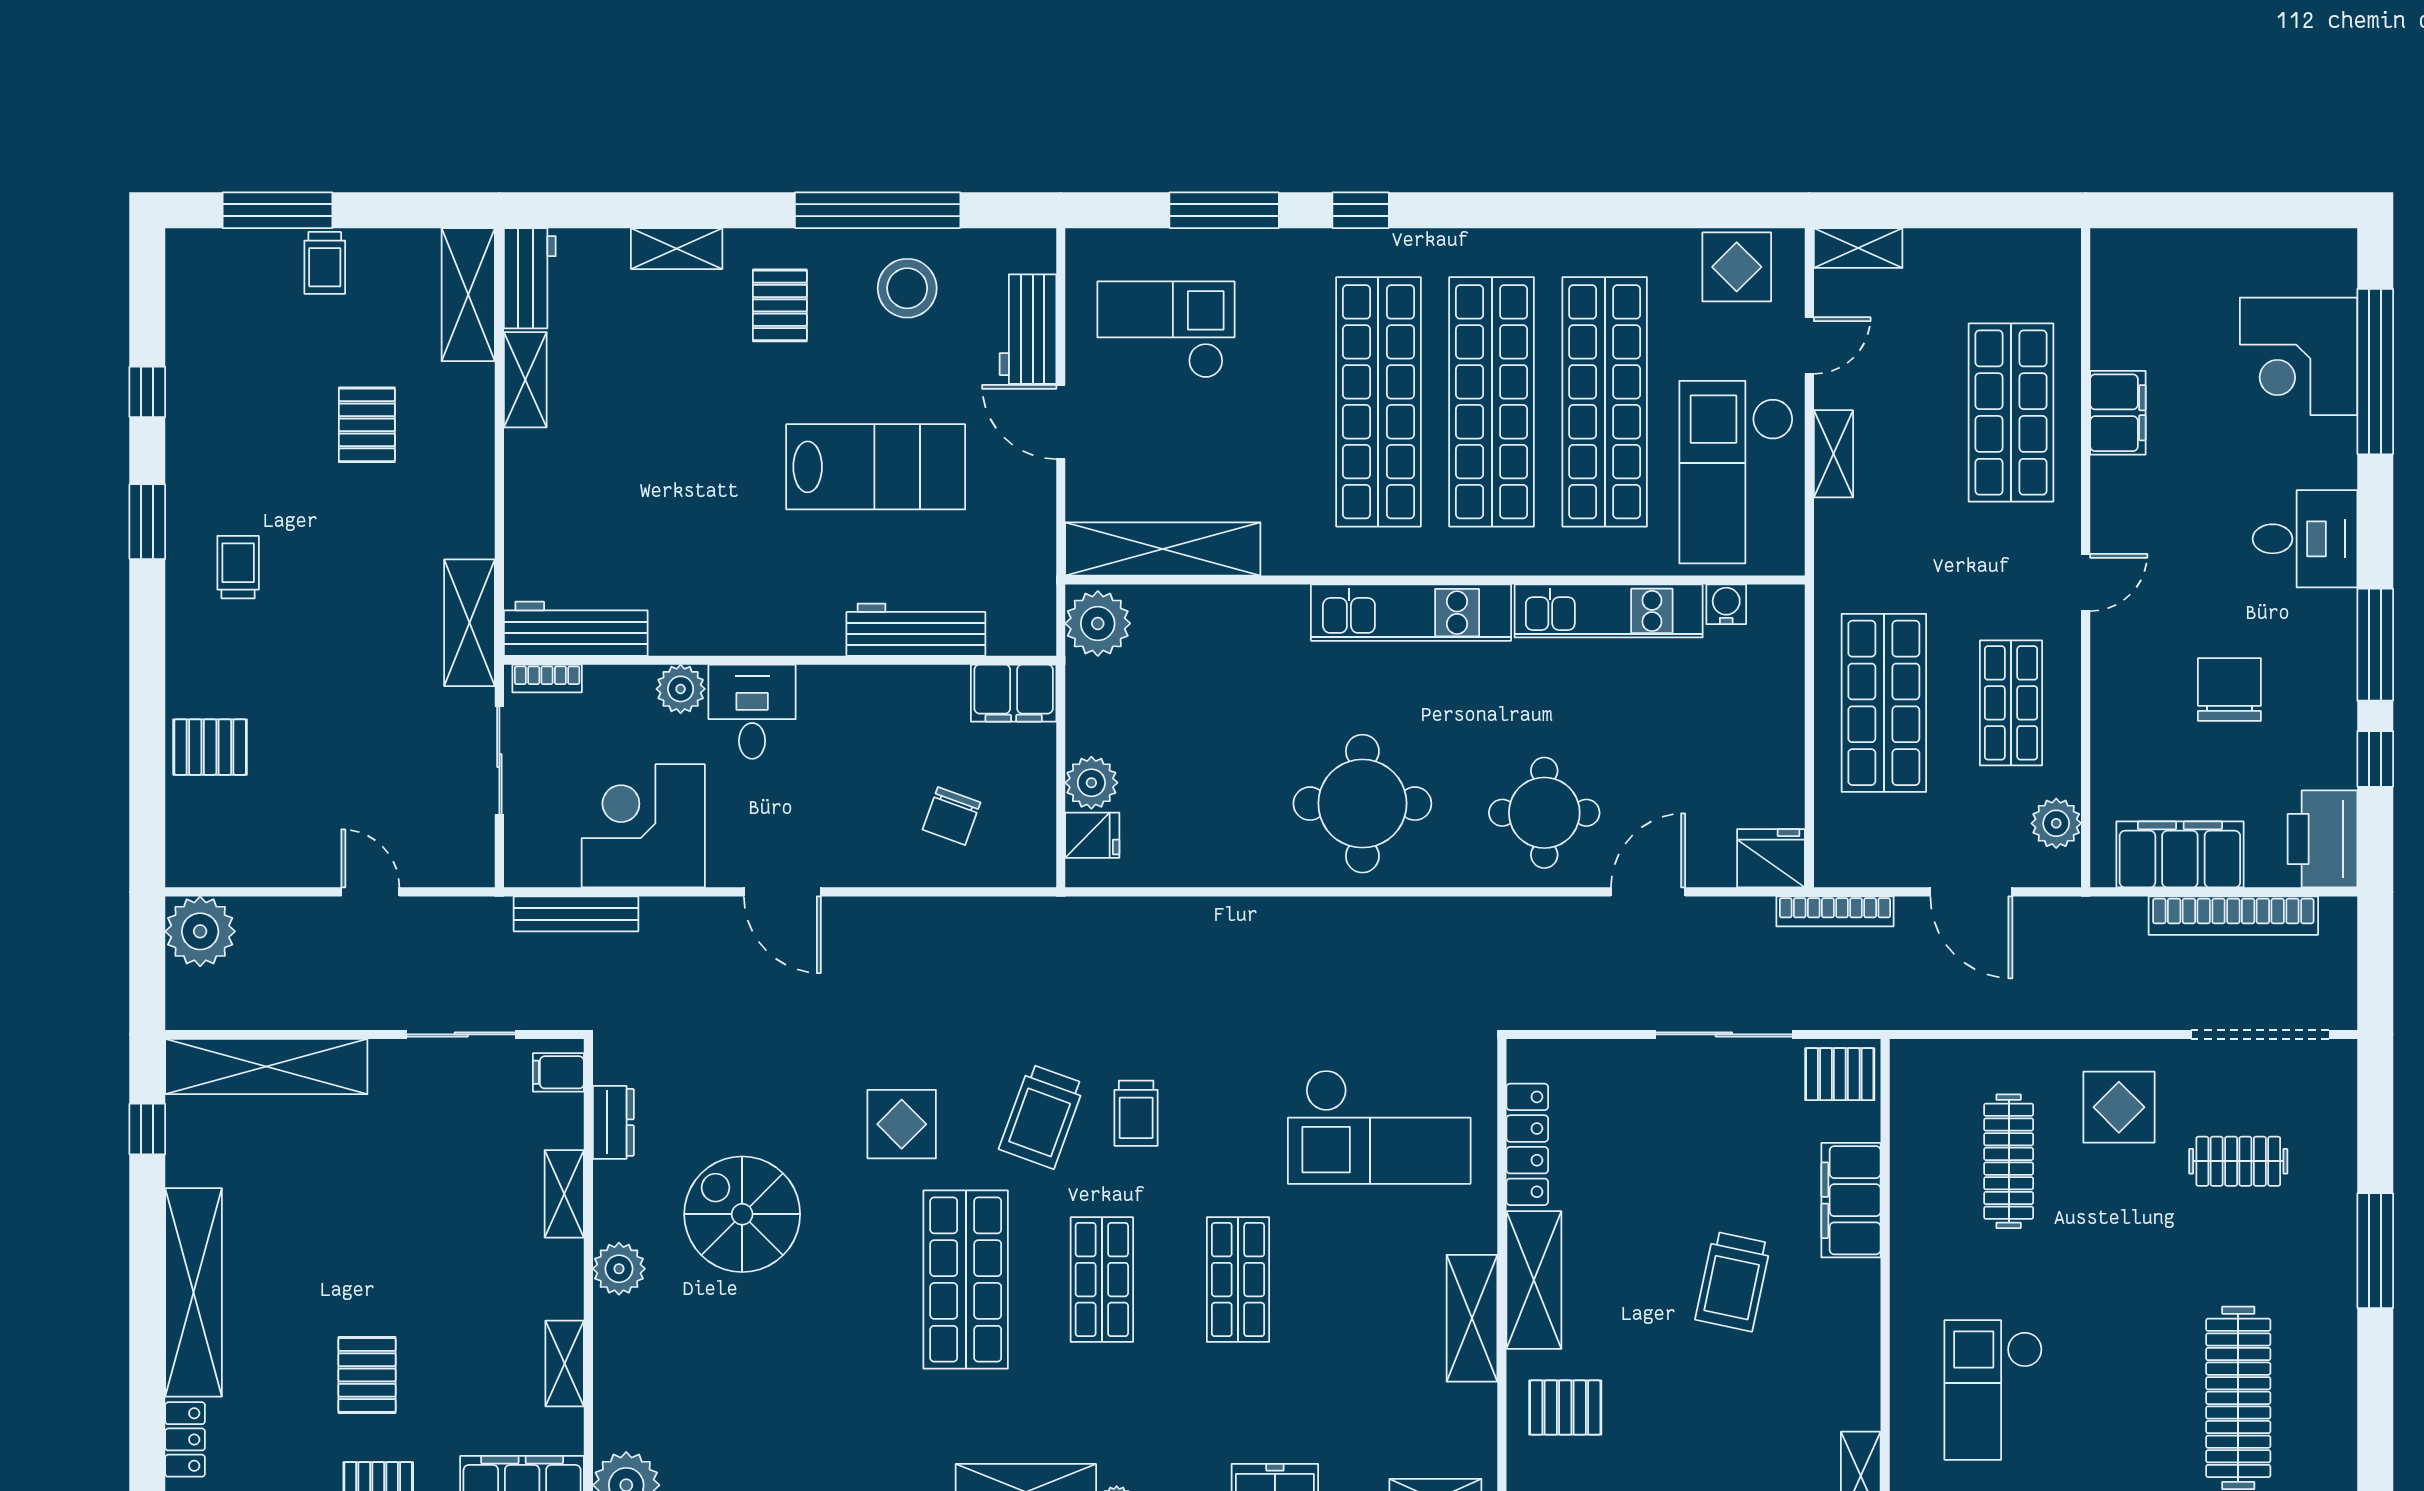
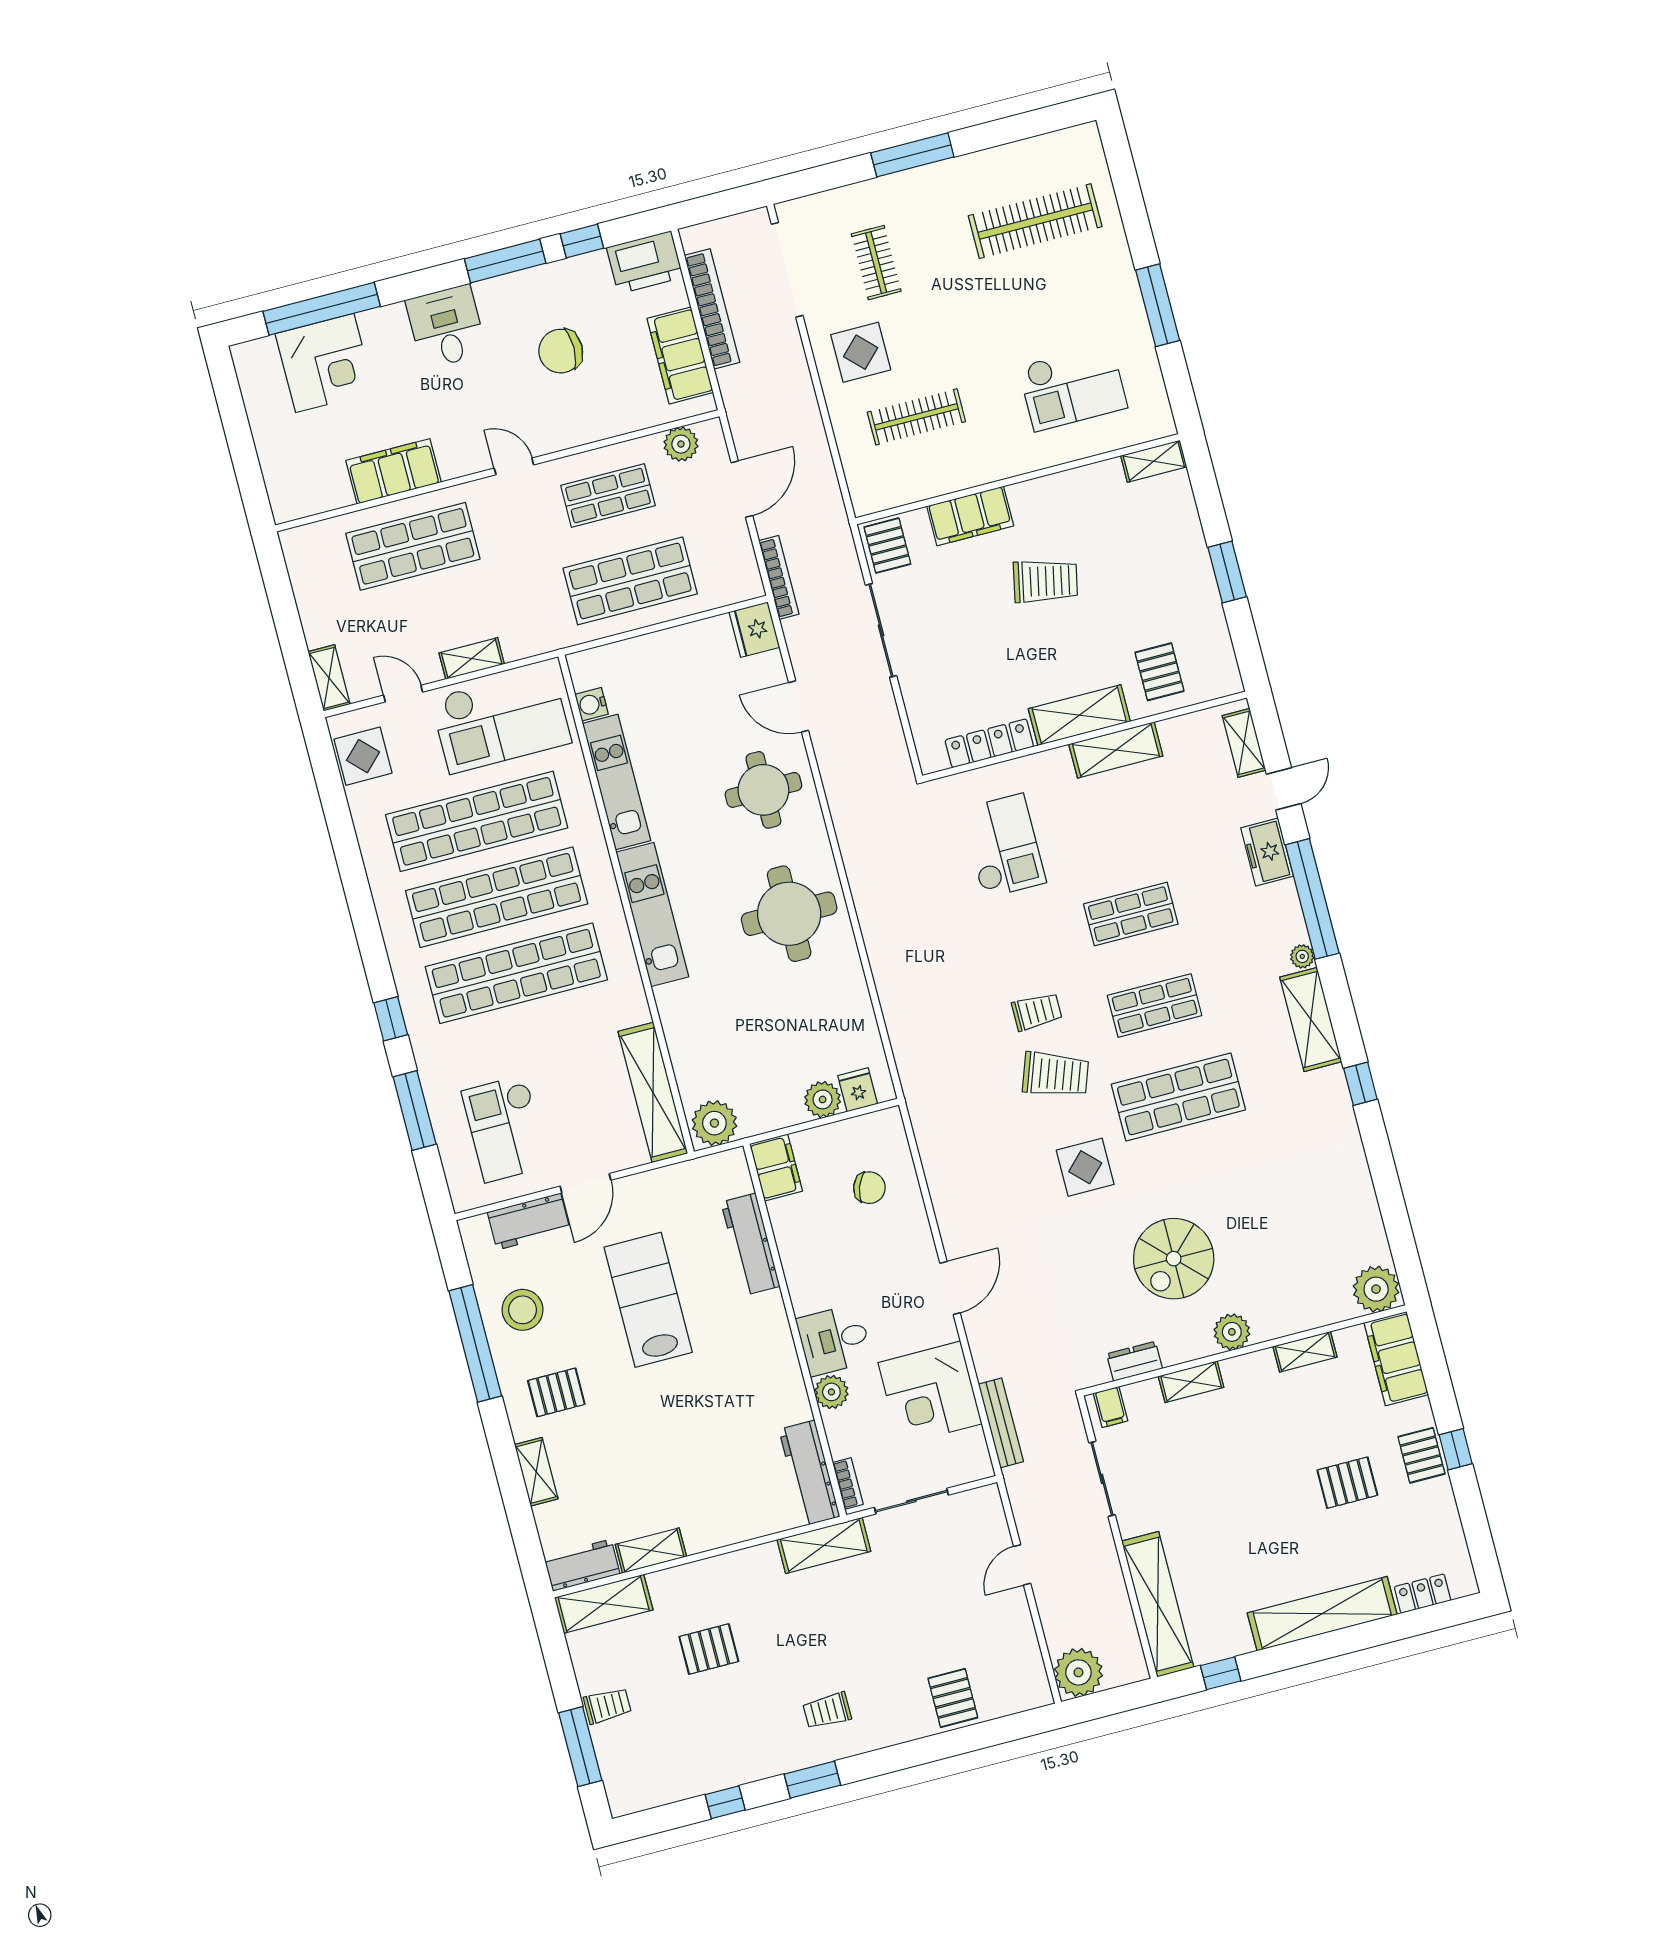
filing cabinet: (2118, 413) -> (393, 471), width x1.50, depth x1.17
checkout: (1379, 1127) -> (1003, 846), width x0.73, depth x0.83

